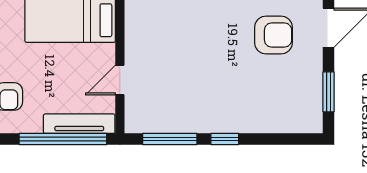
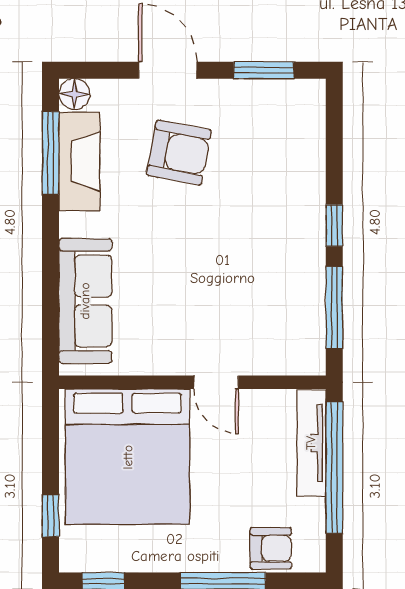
armchair: (274, 35) -> (179, 153), turned 101
door: (120, 80) -> (216, 382), moved

